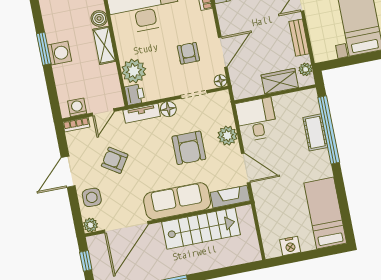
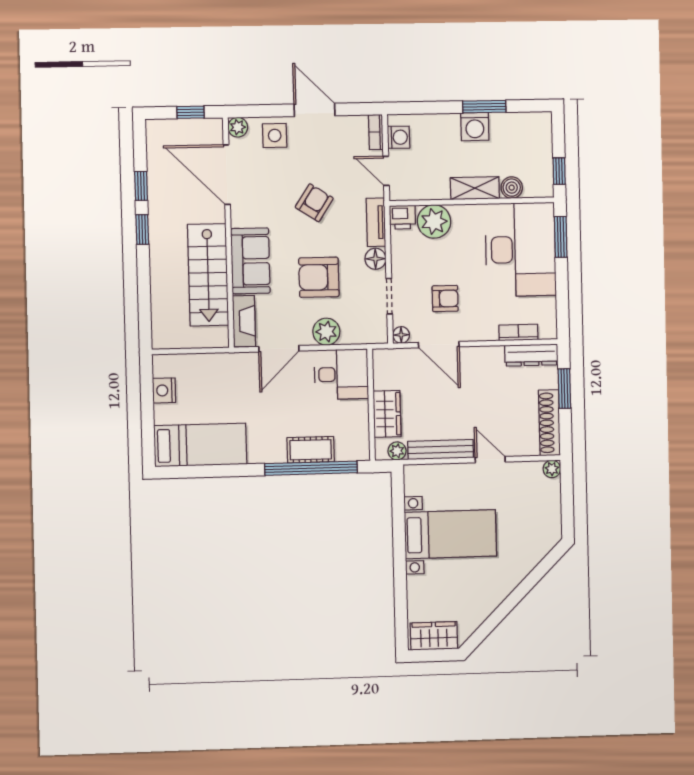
bench: (299, 38) -> (441, 450), width x1.36
armchair: (115, 160) -> (314, 203), moved
sofa: (177, 201) -> (250, 261), width x0.73

